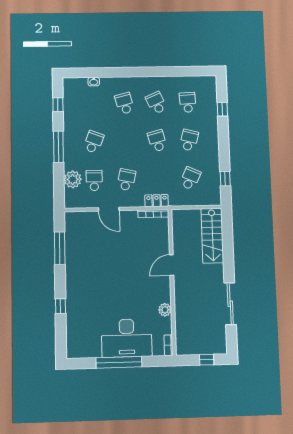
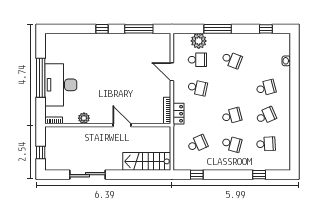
window: (58, 147) -> (218, 29), moved
school desk: (190, 178) -> (197, 144), turned -48
door: (109, 209) -> (172, 72), hinge flipped
window: (60, 306) -> (102, 29), moved

